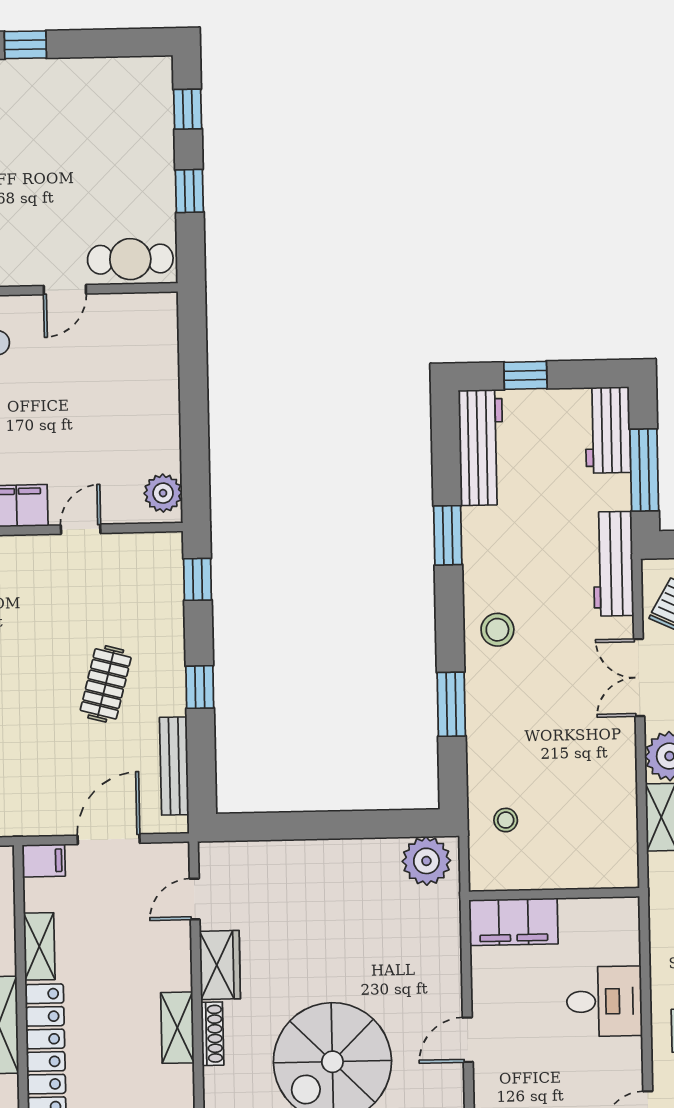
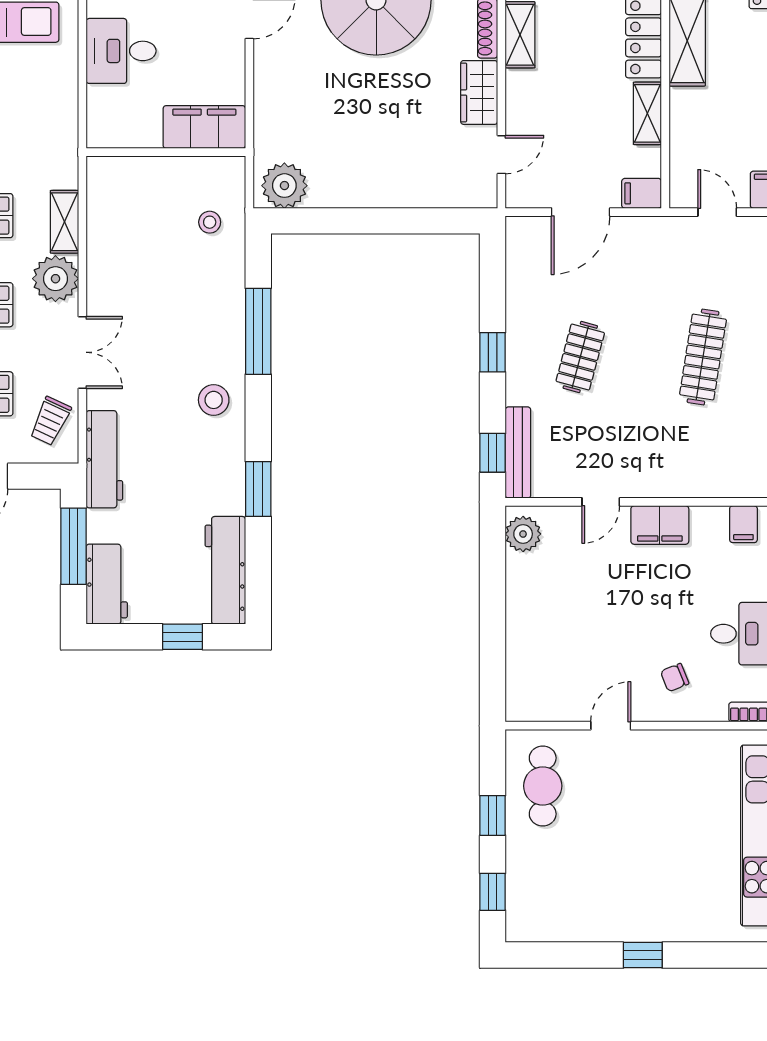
cafe table: (130, 259) -> (543, 786), moved, turned 90
window: (451, 704) -> (258, 331), width x1.44
bench: (174, 766) -> (518, 453), moved

